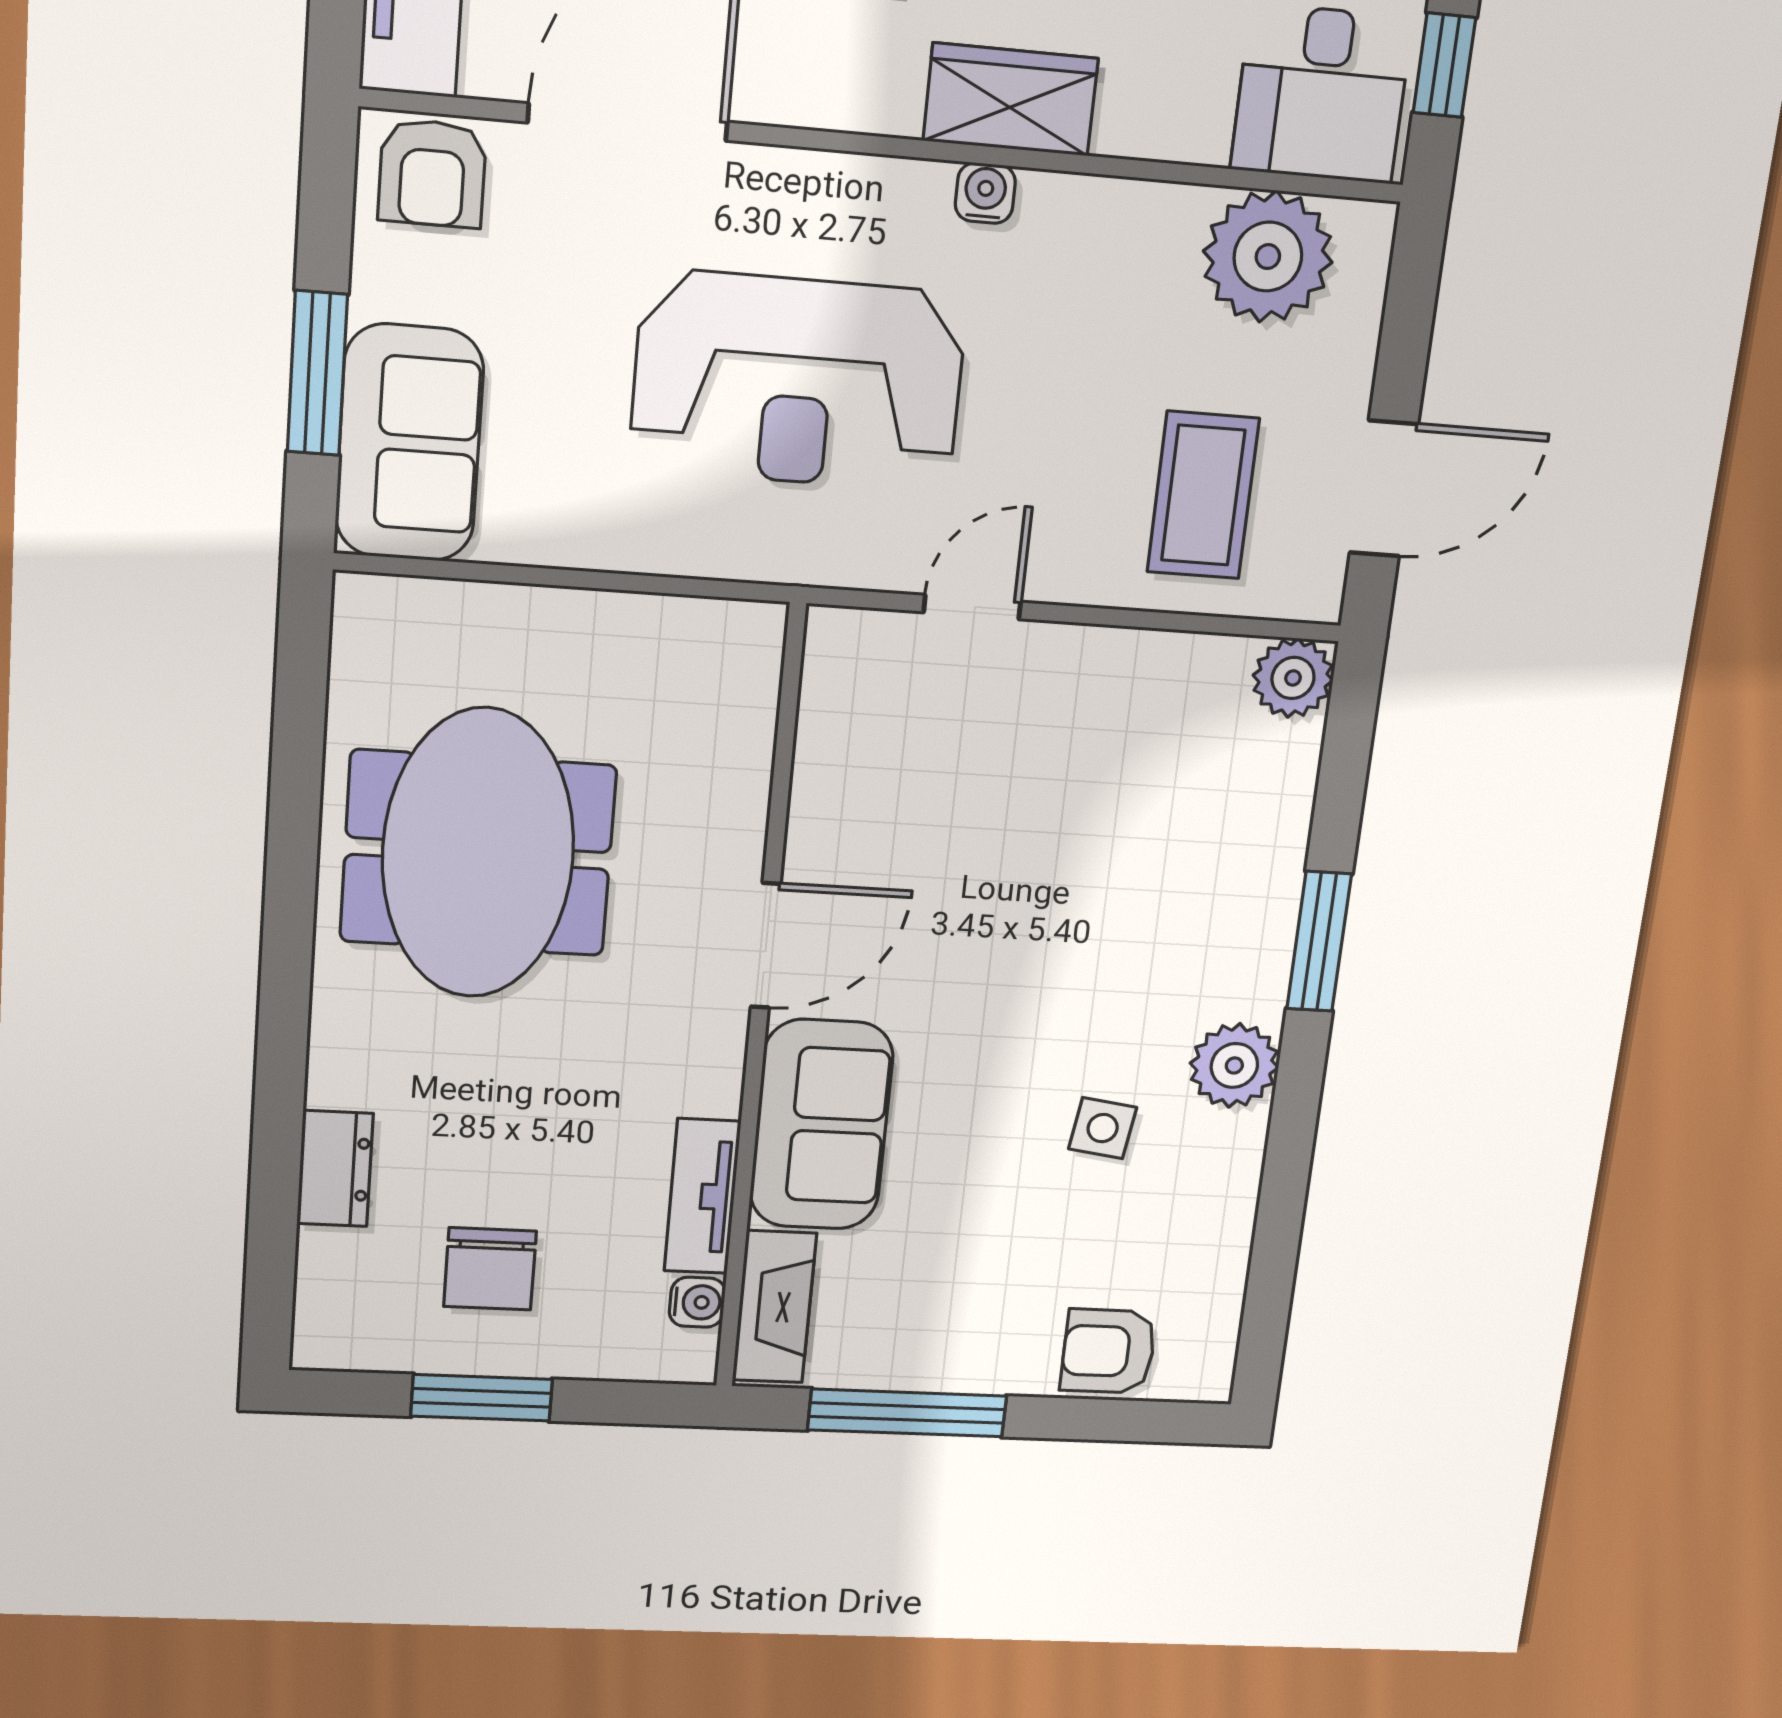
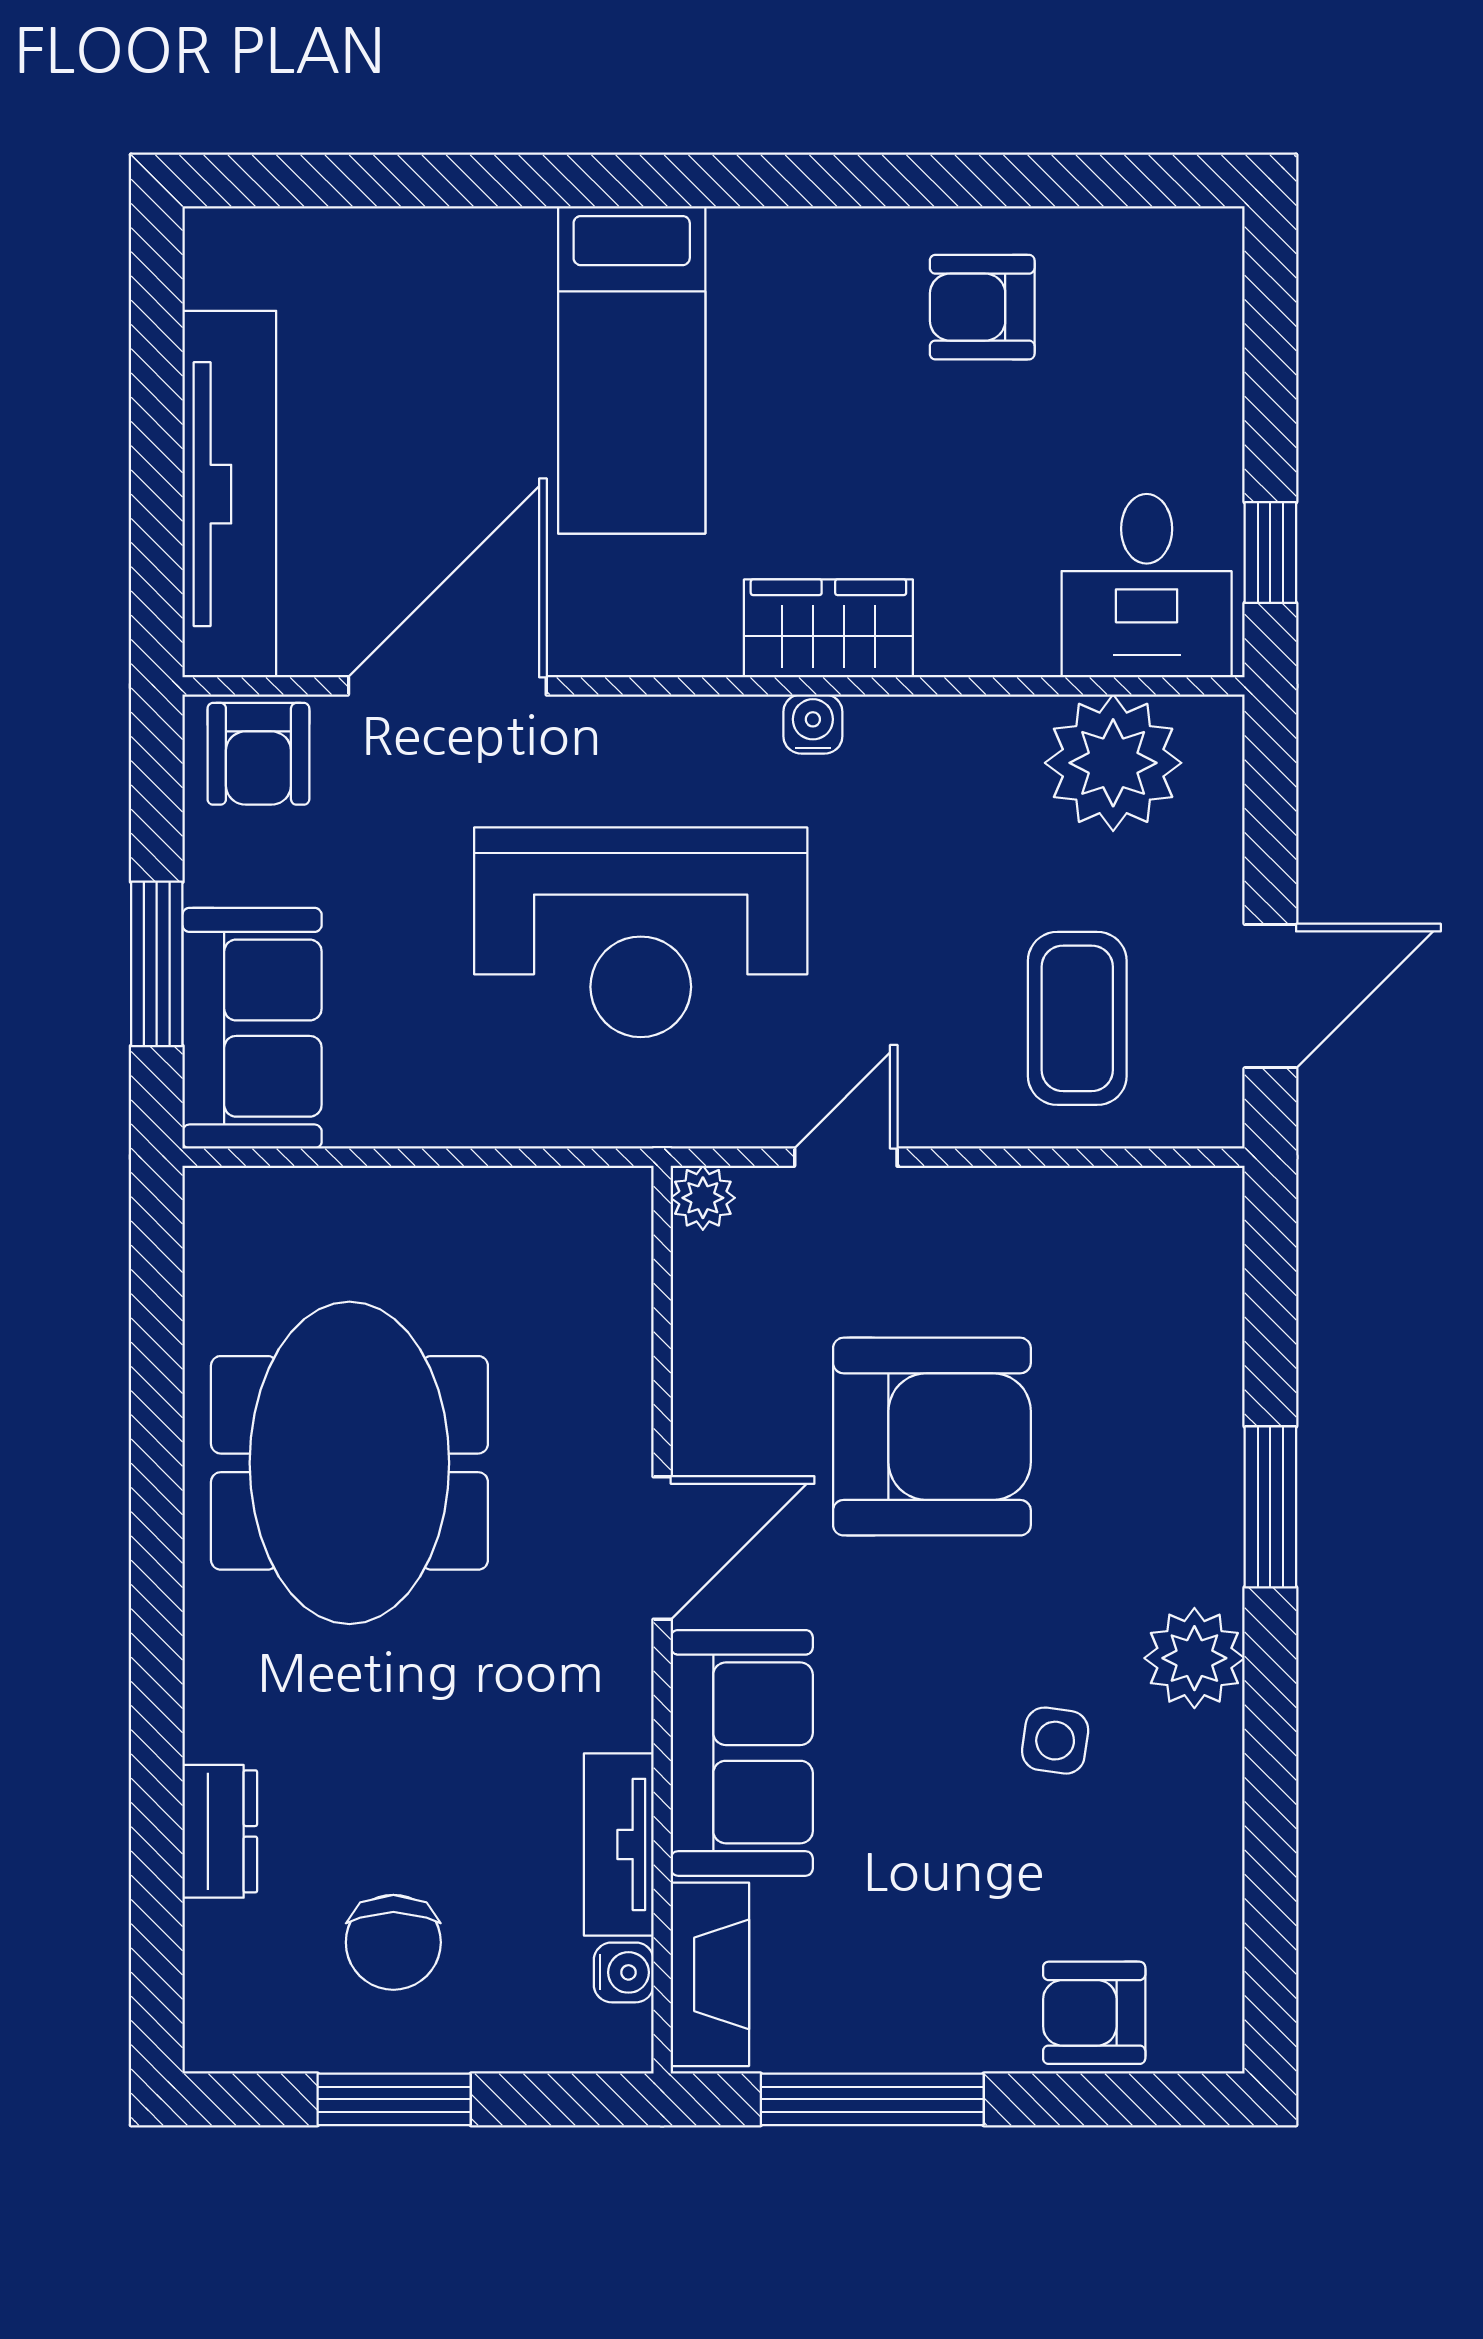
plant: (1293, 678) -> (703, 1198), moved, width x0.73, depth x0.73
armchair: (1023, 863) -> (932, 1437), added

